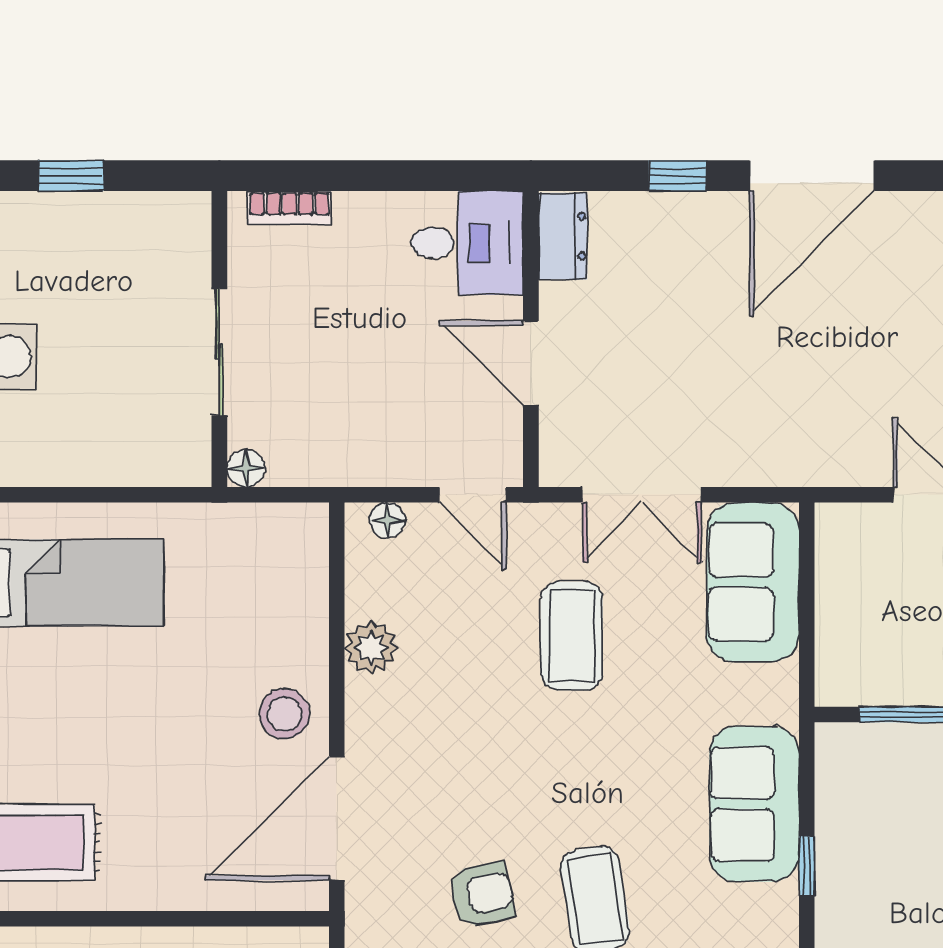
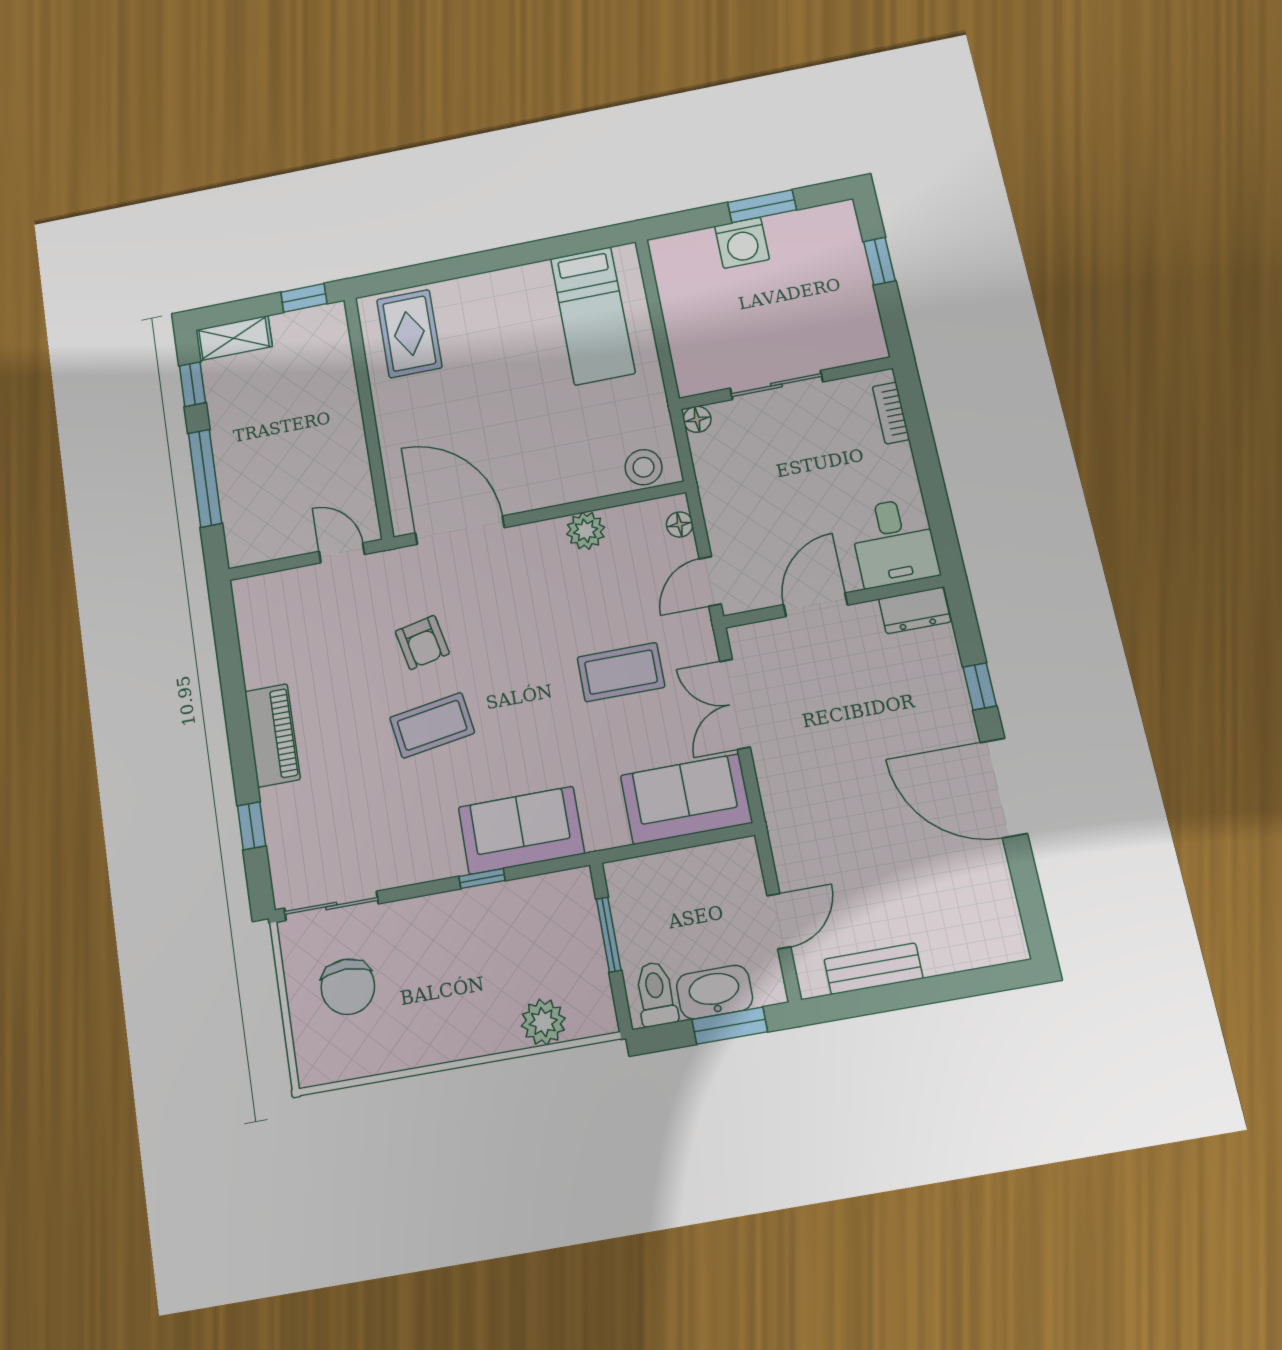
stool: (284, 714) -> (644, 467), moved

